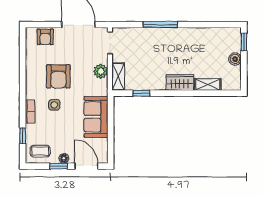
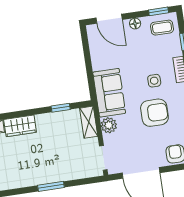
window: (160, 25) -> (51, 186), width x0.69
armchair: (58, 76) -> (154, 113), turned 90
sofa: (96, 117) -> (109, 93), moved
window: (58, 166) -> (159, 11), moved

